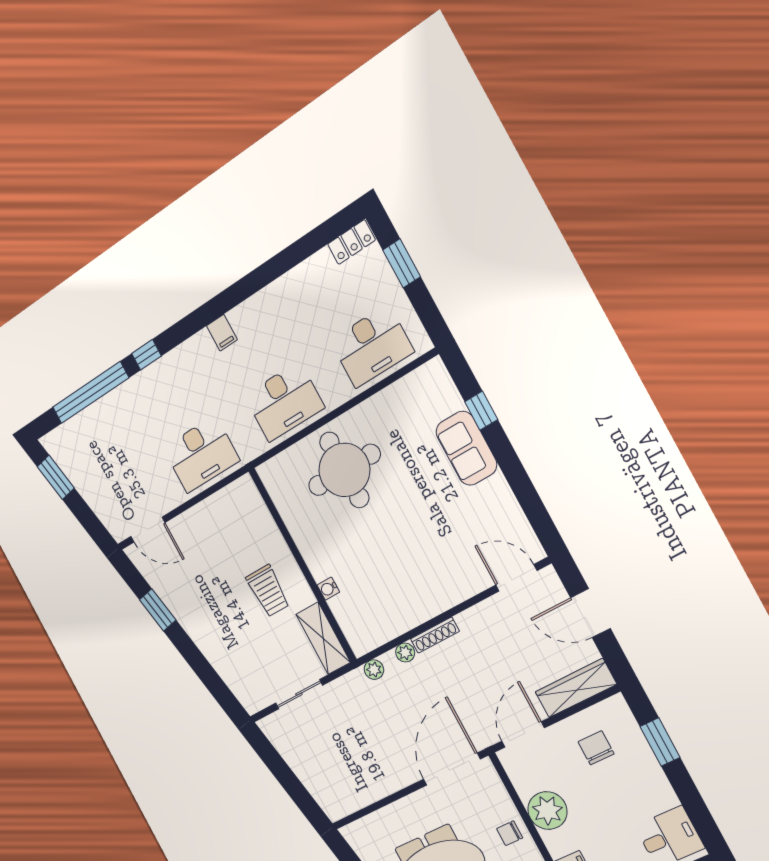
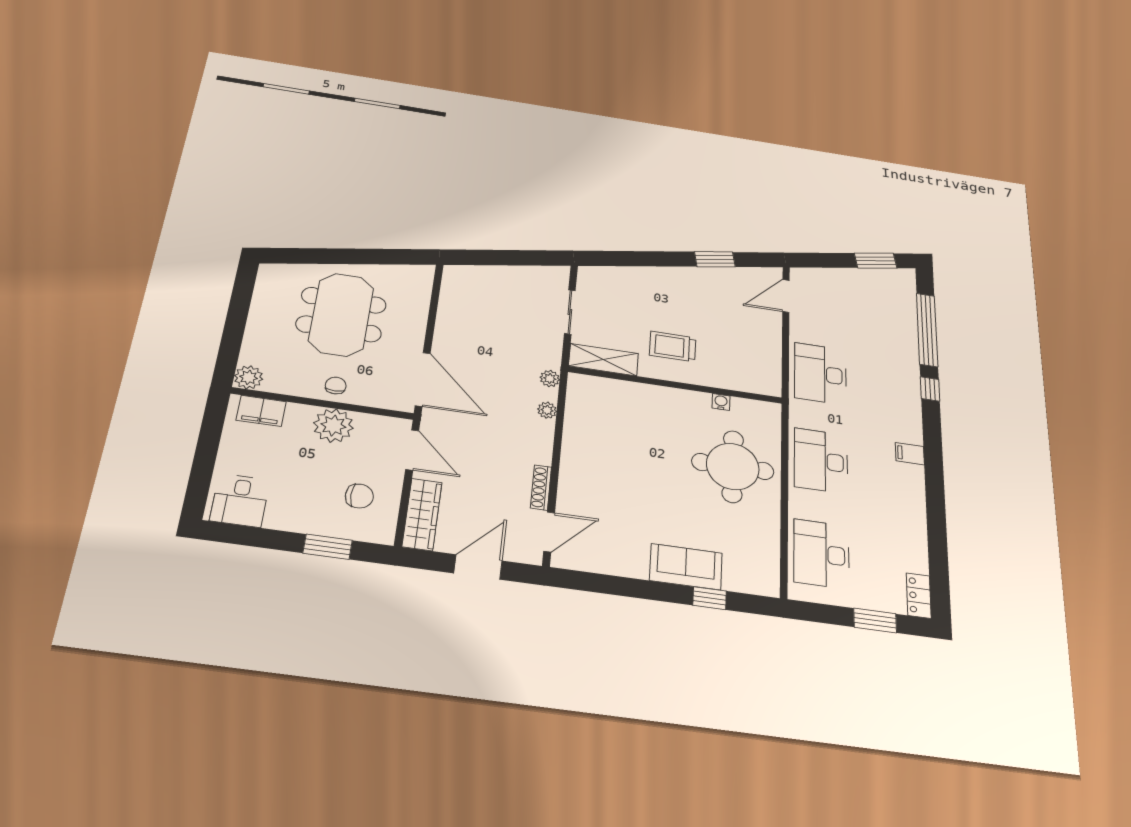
water cooler: (328, 589) -> (721, 402), moved
shoe rack: (435, 635) -> (541, 488), moved

